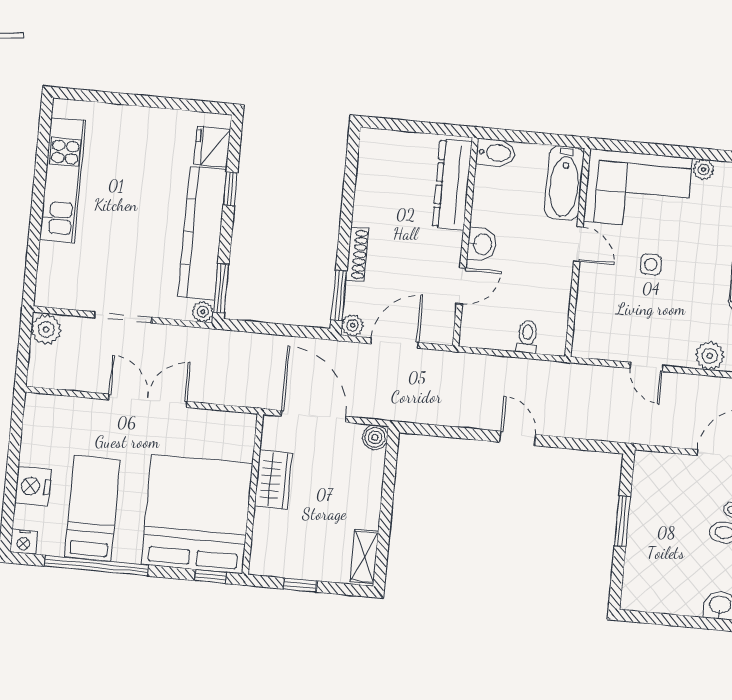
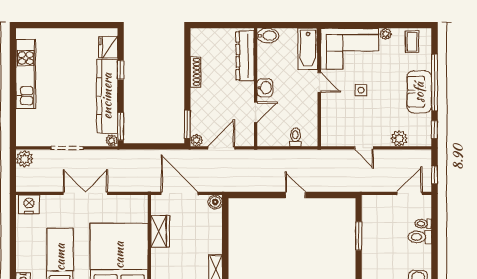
shoe rack: (357, 254) -> (196, 72), moved
nightstand: (33, 486) -> (29, 204), moved, turned 90

